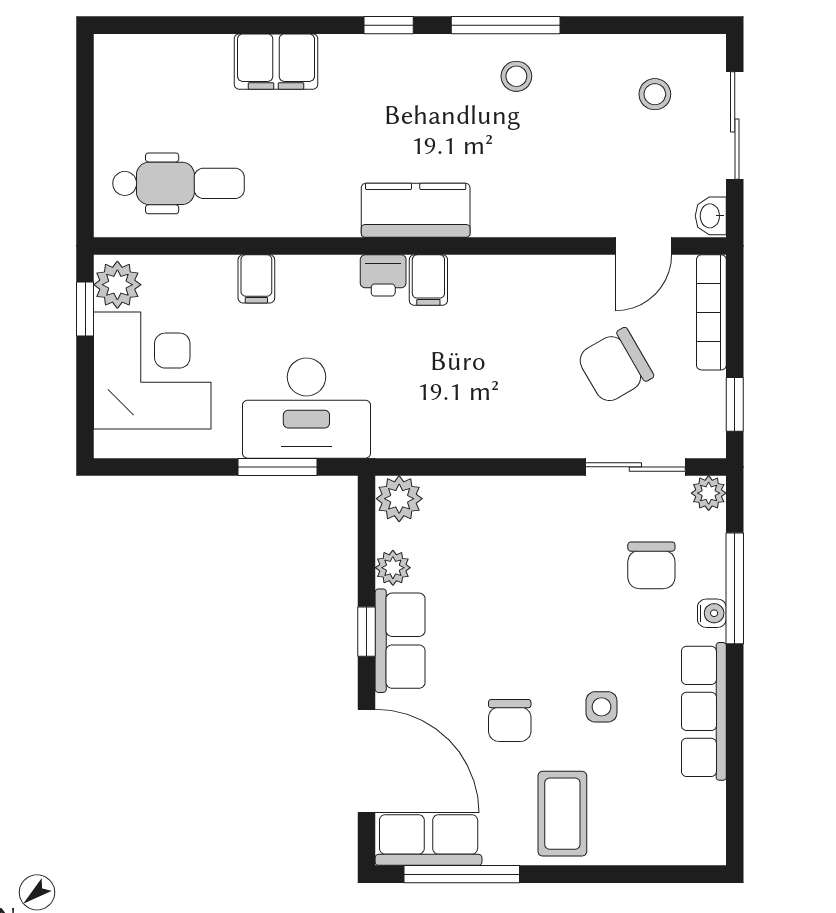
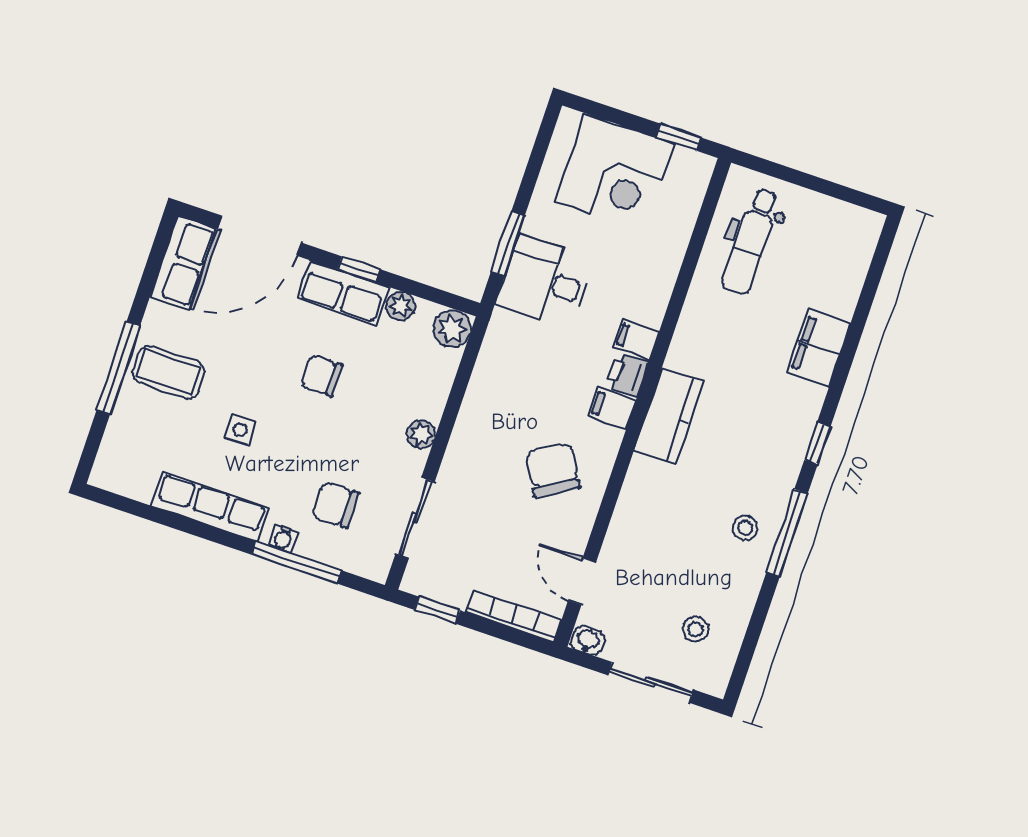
filing cabinet: (256, 279) -> (636, 339), moved
plant: (117, 285) -> (689, 168), removed
chair: (615, 366) -> (553, 470), moved
desk: (306, 408) -> (545, 281), width x0.73
plant: (709, 493) -> (421, 434), moved
chair: (510, 720) -> (322, 376), moved
window: (462, 874) -> (118, 368), moved

